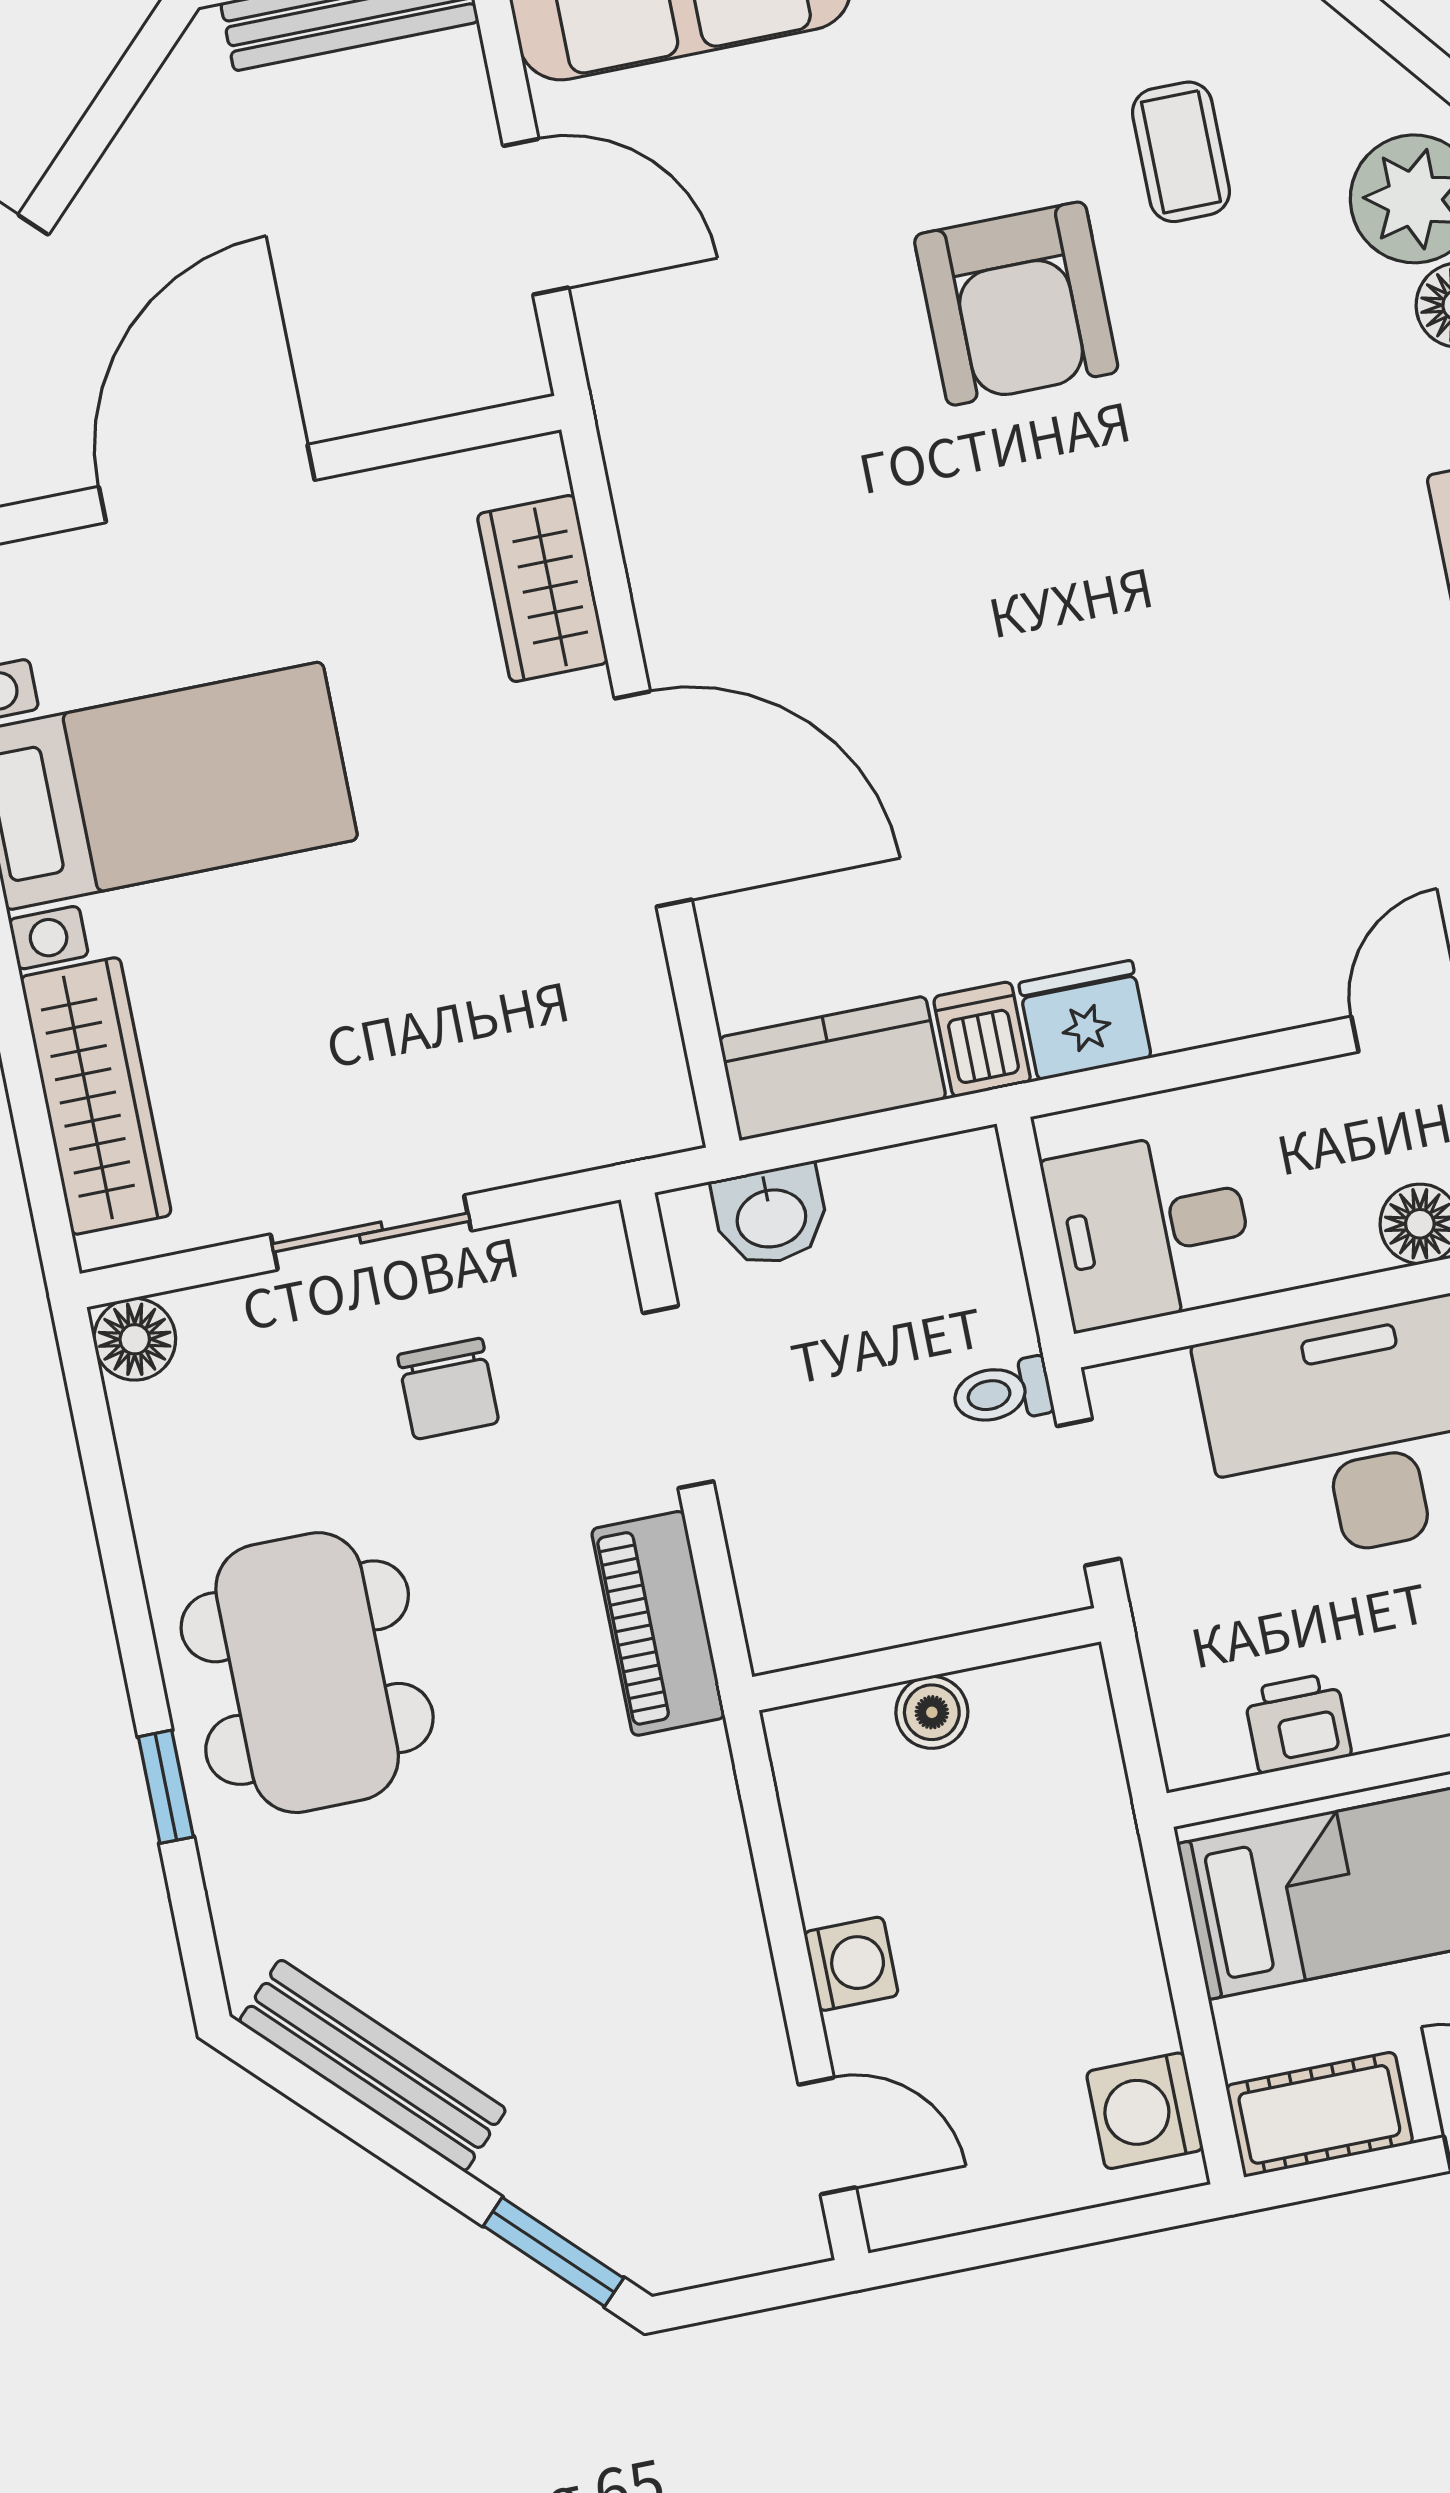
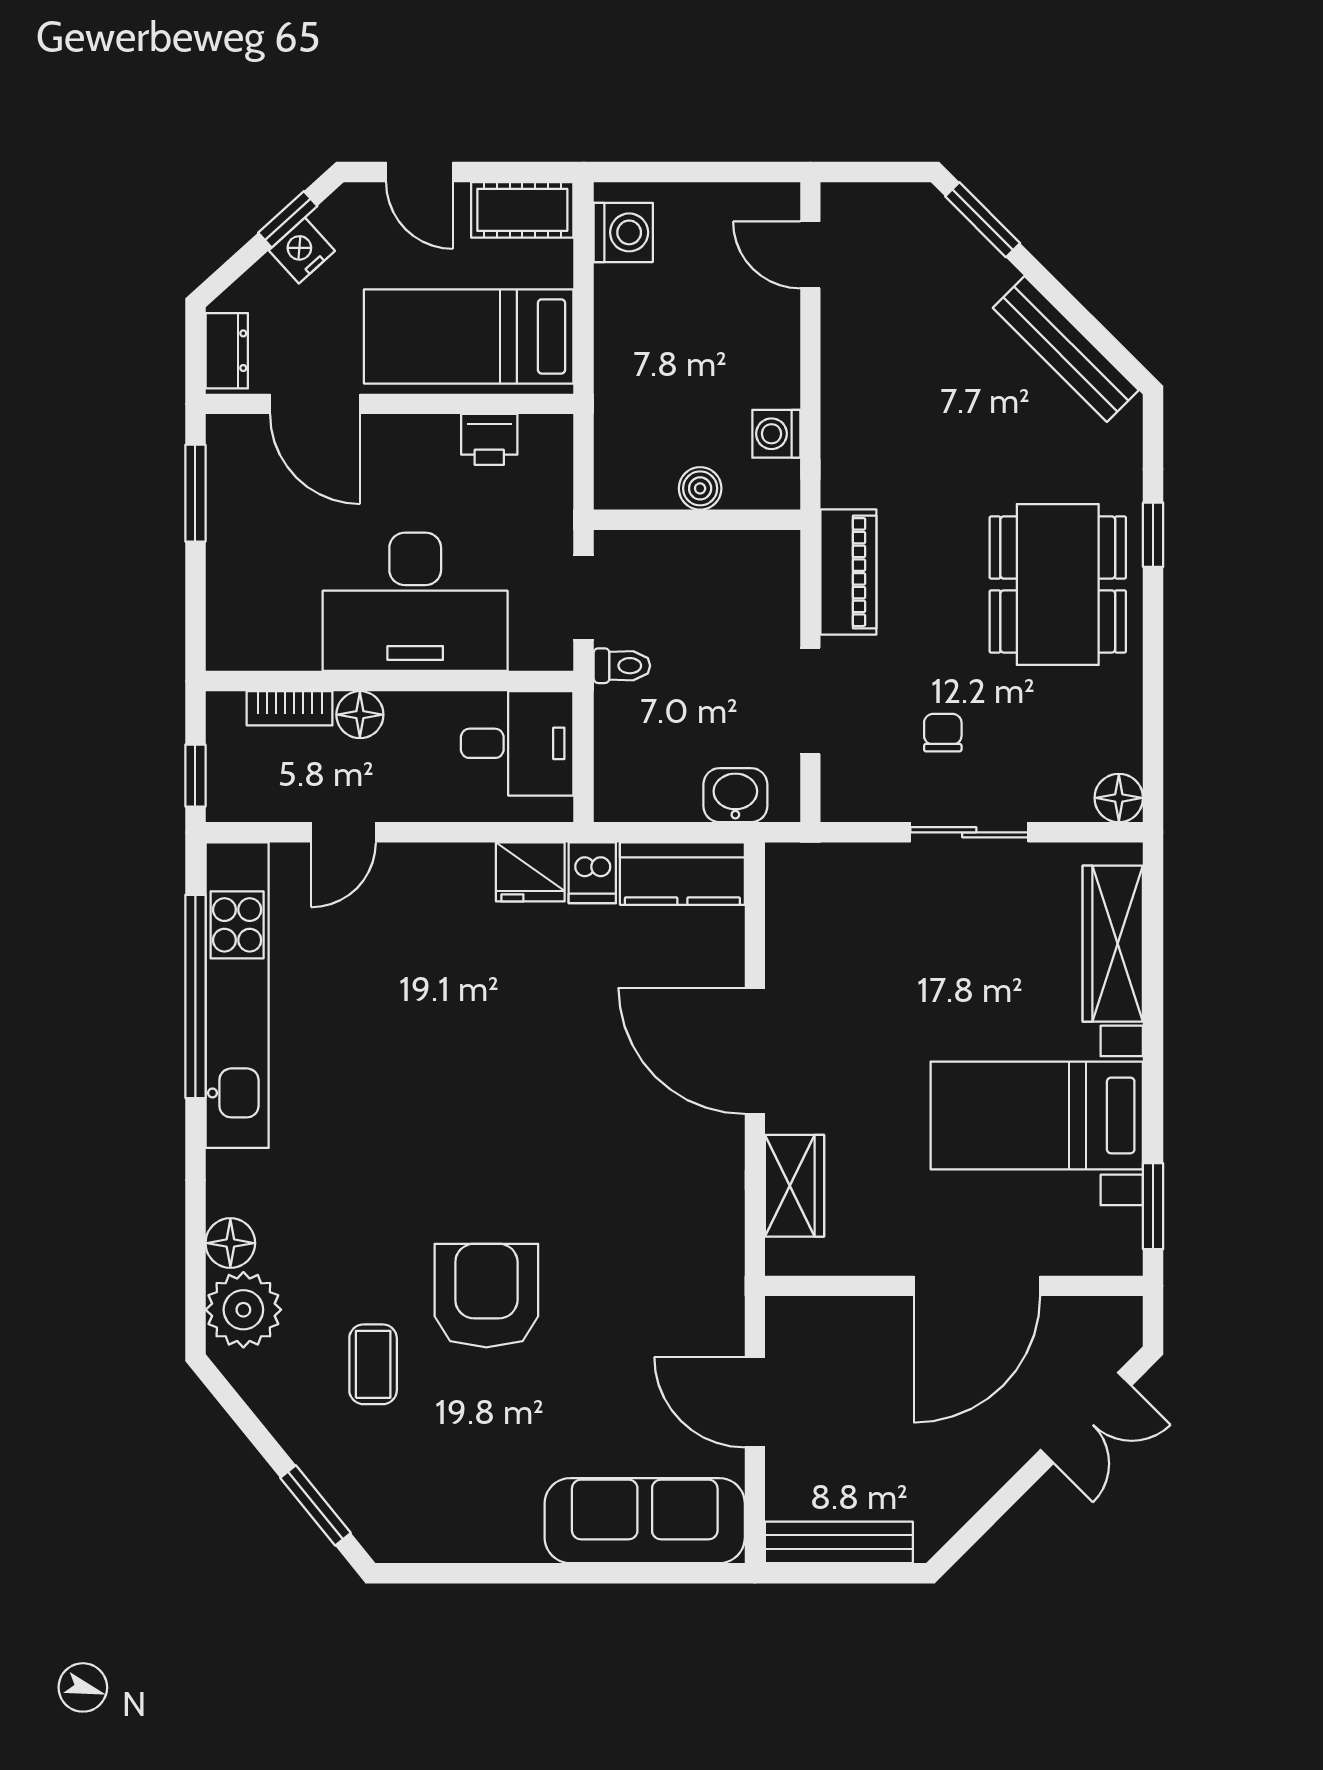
chair: (448, 1389) -> (943, 733), width x0.73, depth x0.73
washing machine: (851, 1964) -> (776, 434), moved

